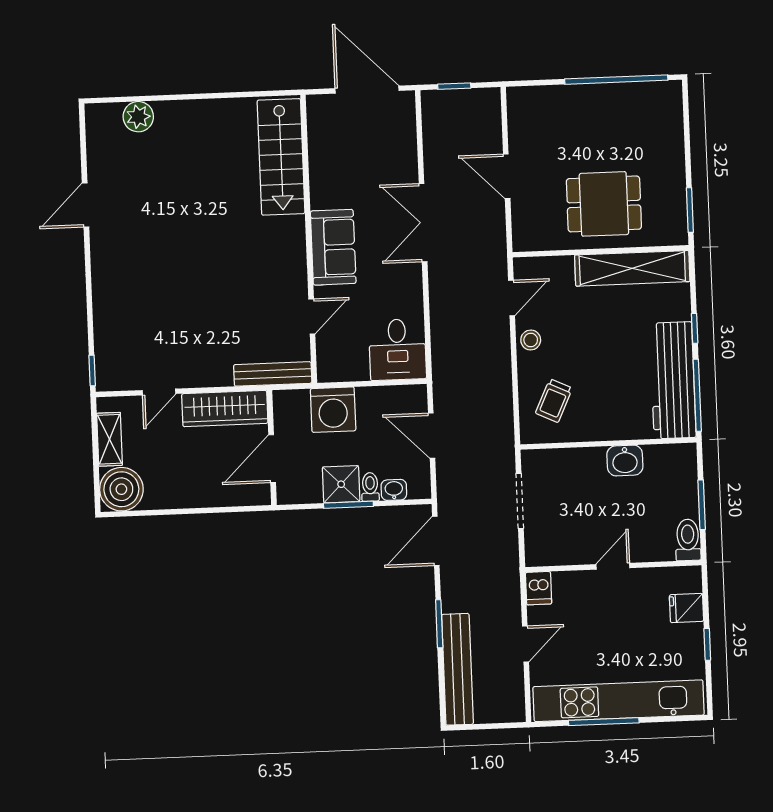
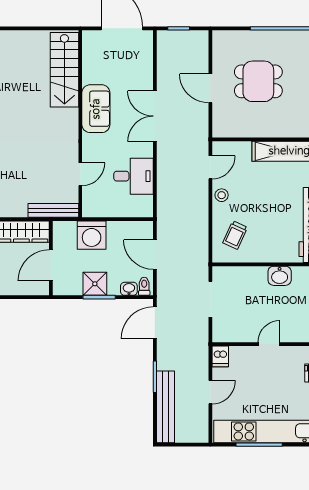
dining table: (604, 204) -> (258, 81), moved
sofa: (333, 247) -> (96, 109), moved
desk: (397, 350) -> (134, 176), moved, turned -90
toilet: (370, 487) -> (144, 286), moved

